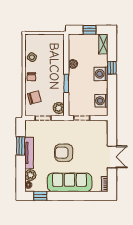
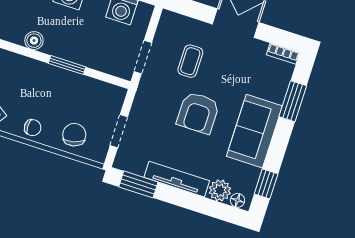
plant: (59, 108) -> (109, 95), removed
coffee table: (87, 141) -> (190, 61), added
window: (21, 146) -> (138, 184), moved
sofa: (70, 182) -> (254, 131), width x0.73
window: (84, 196) -> (293, 101), added

